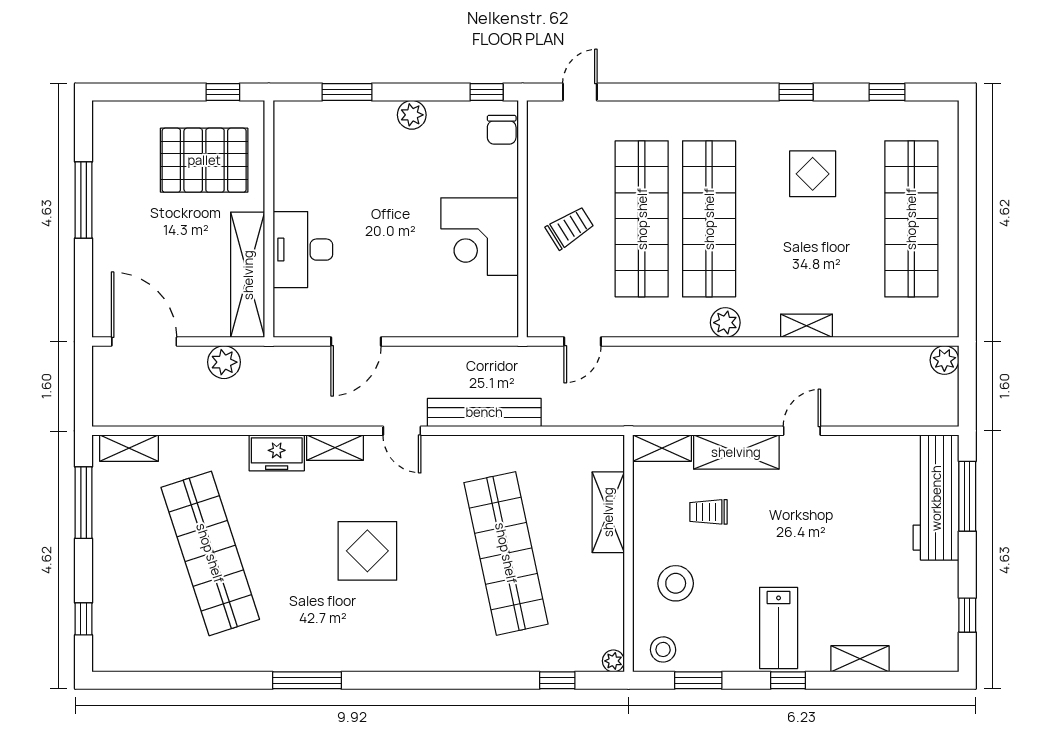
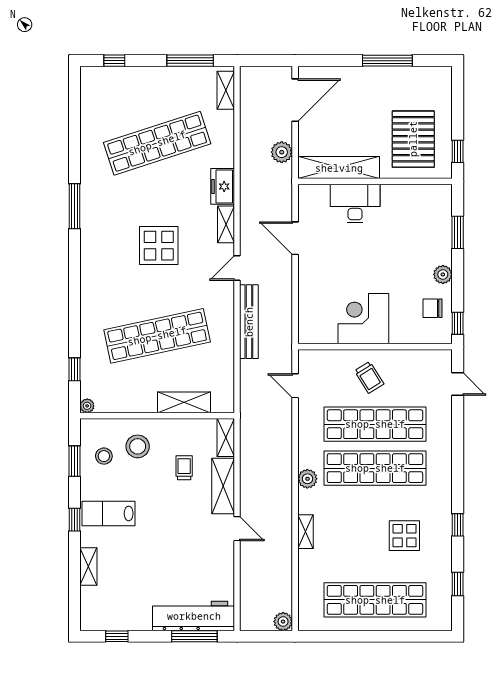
chair: (502, 130) -> (433, 308), moved
stool: (663, 649) -> (104, 456), moved

